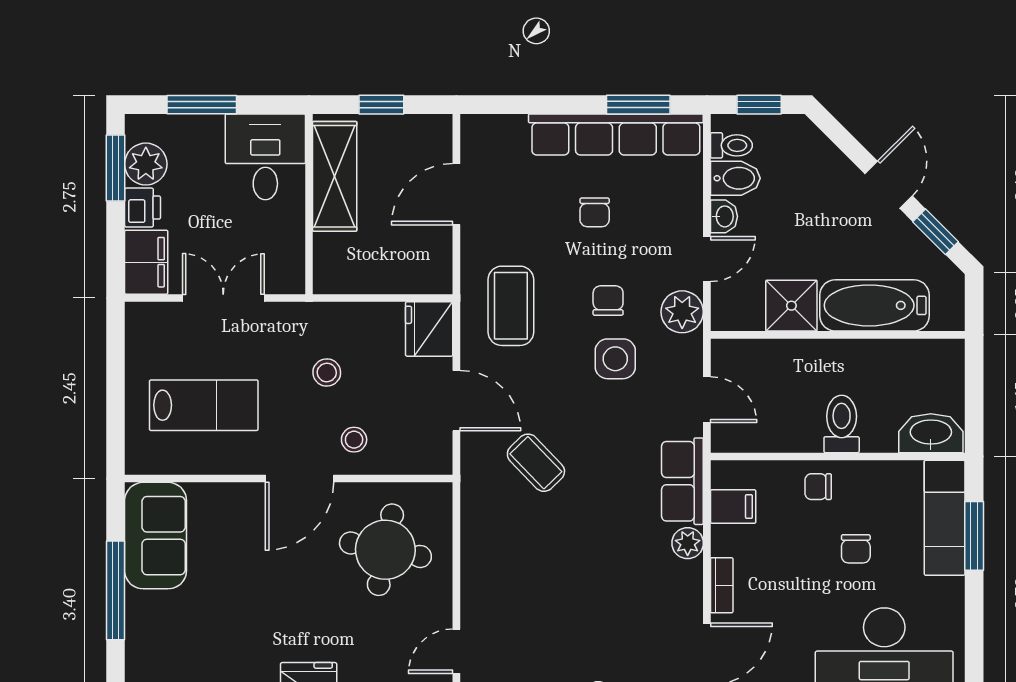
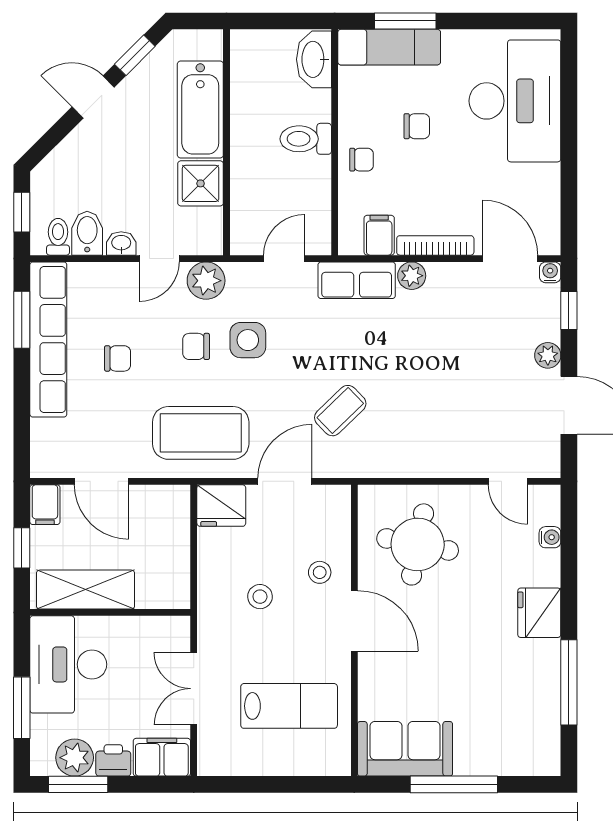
filing cabinet: (430, 131) -> (45, 505), added
desk: (265, 157) -> (68, 664), width x1.37
door: (707, 259) -> (159, 259), swing flipped
coffee table: (511, 306) -> (201, 433), width x1.36, depth x1.32
lab bench: (204, 405) -> (289, 706), turned 90
chair: (818, 487) -> (361, 160), turned -90
bookcase: (722, 585) -> (435, 245), width x1.56

